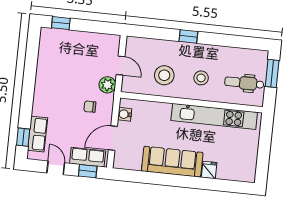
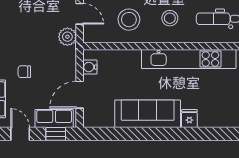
chair: (90, 107) -> (24, 72), moved

